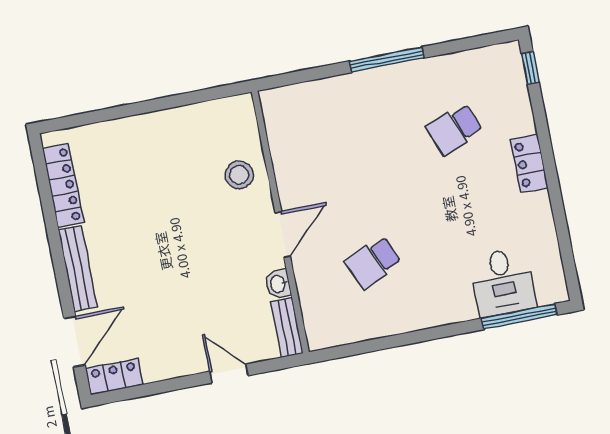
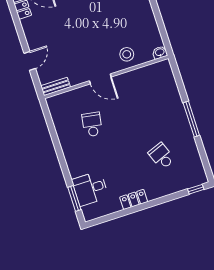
locker: (529, 164) -> (134, 199), moved
school desk: (373, 262) -> (92, 124), turned 33
washbasin: (278, 284) -> (160, 52), moved
window: (519, 317) -> (74, 199), width x0.69

